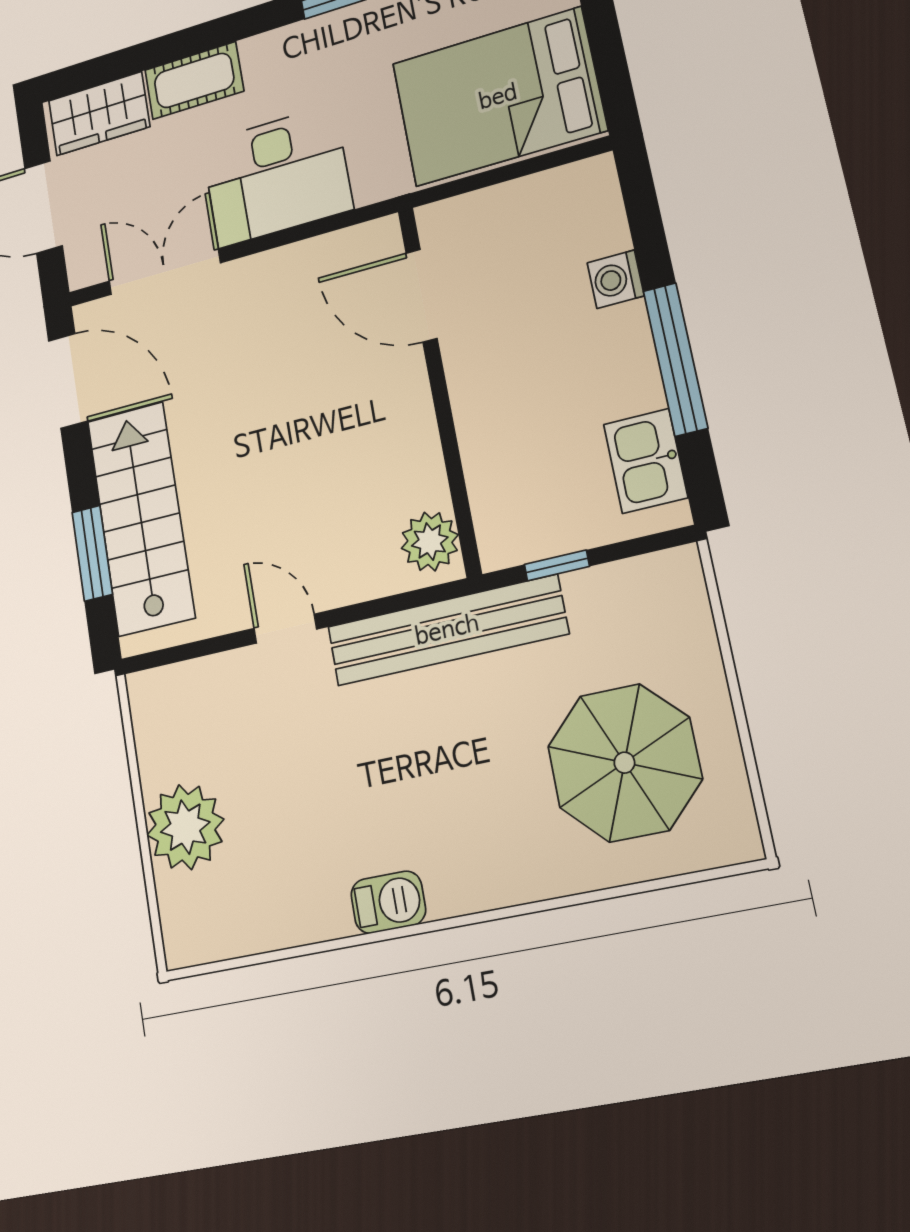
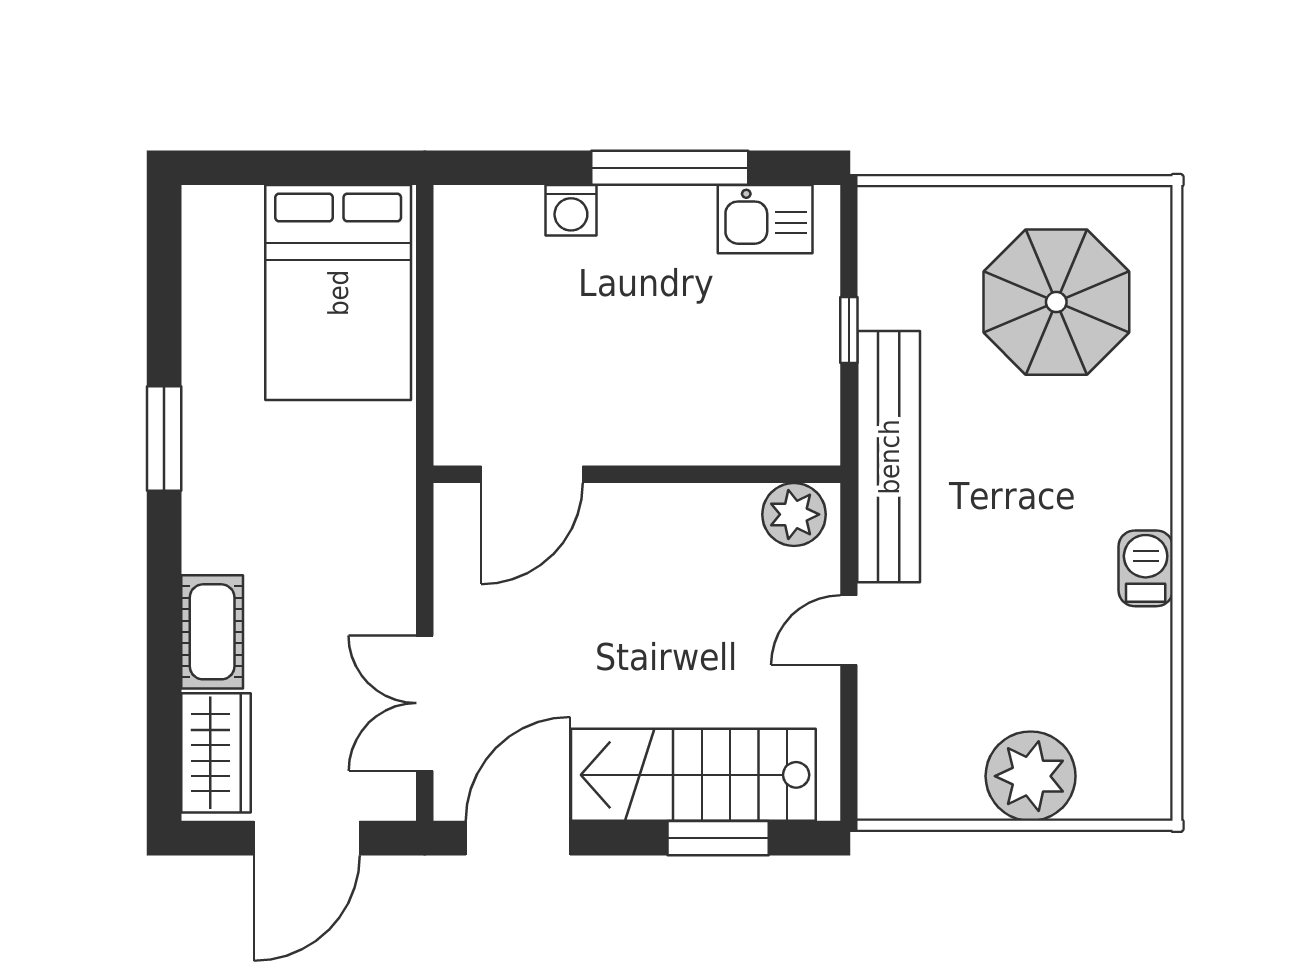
desk: (277, 176) -> (353, 554), removed
door: (422, 296) -> (532, 474), moved
wall: (439, 389) -> (637, 474), moved
plant: (430, 542) -> (794, 514), moved

